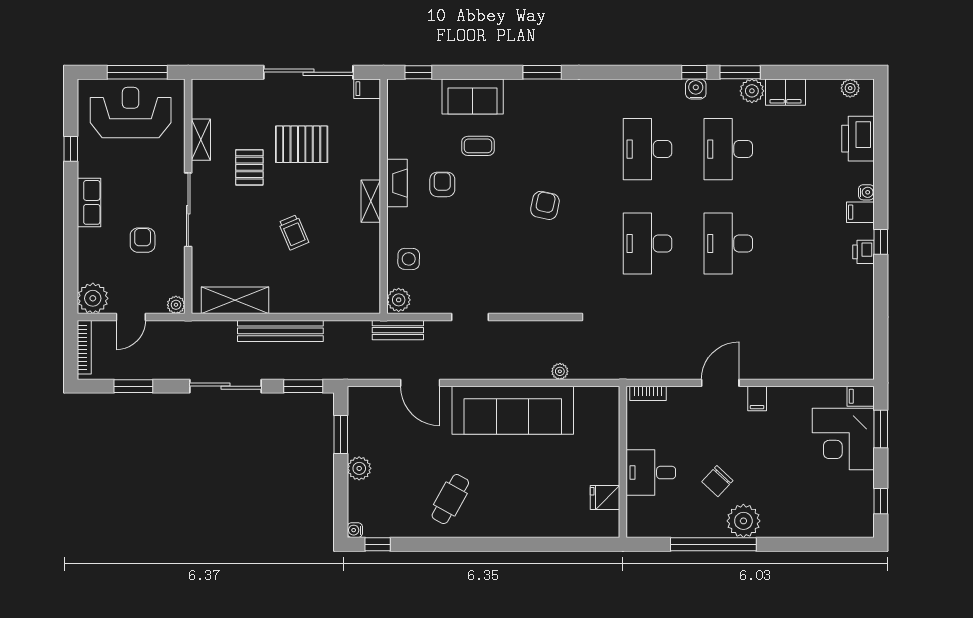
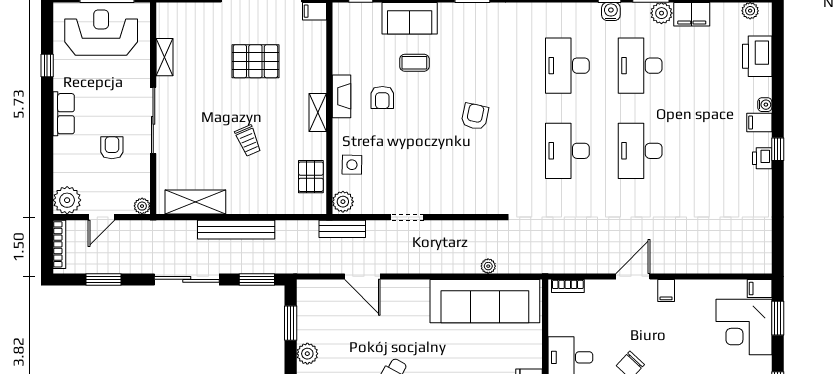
pallet: (249, 167) -> (311, 177), moved
armchair: (442, 184) -> (382, 98), turned 180
sofa: (513, 410) -> (485, 301), moved

